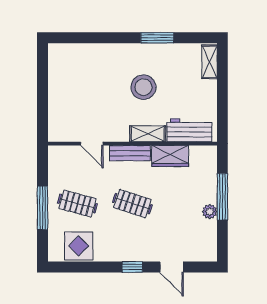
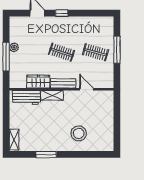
stool: (143, 87) -> (79, 133), moved
display table: (79, 246) -> (95, 26), removed

